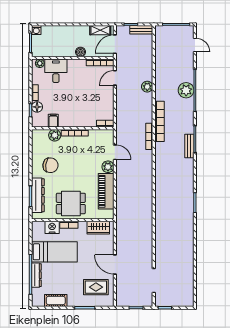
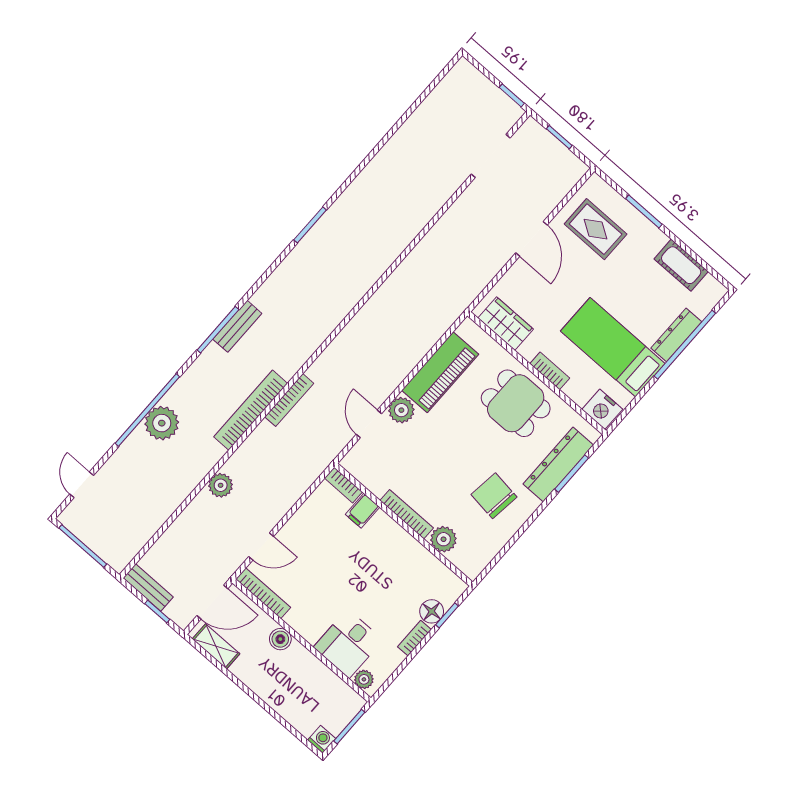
filing cabinet: (53, 121) -> (363, 511), moved
nightstand: (52, 227) -> (602, 409), moved

